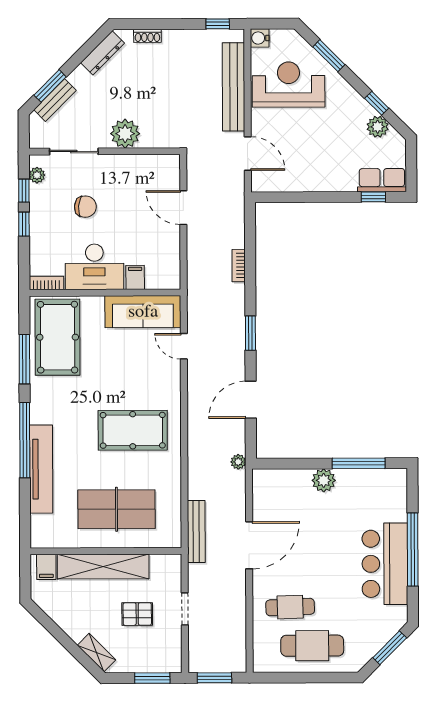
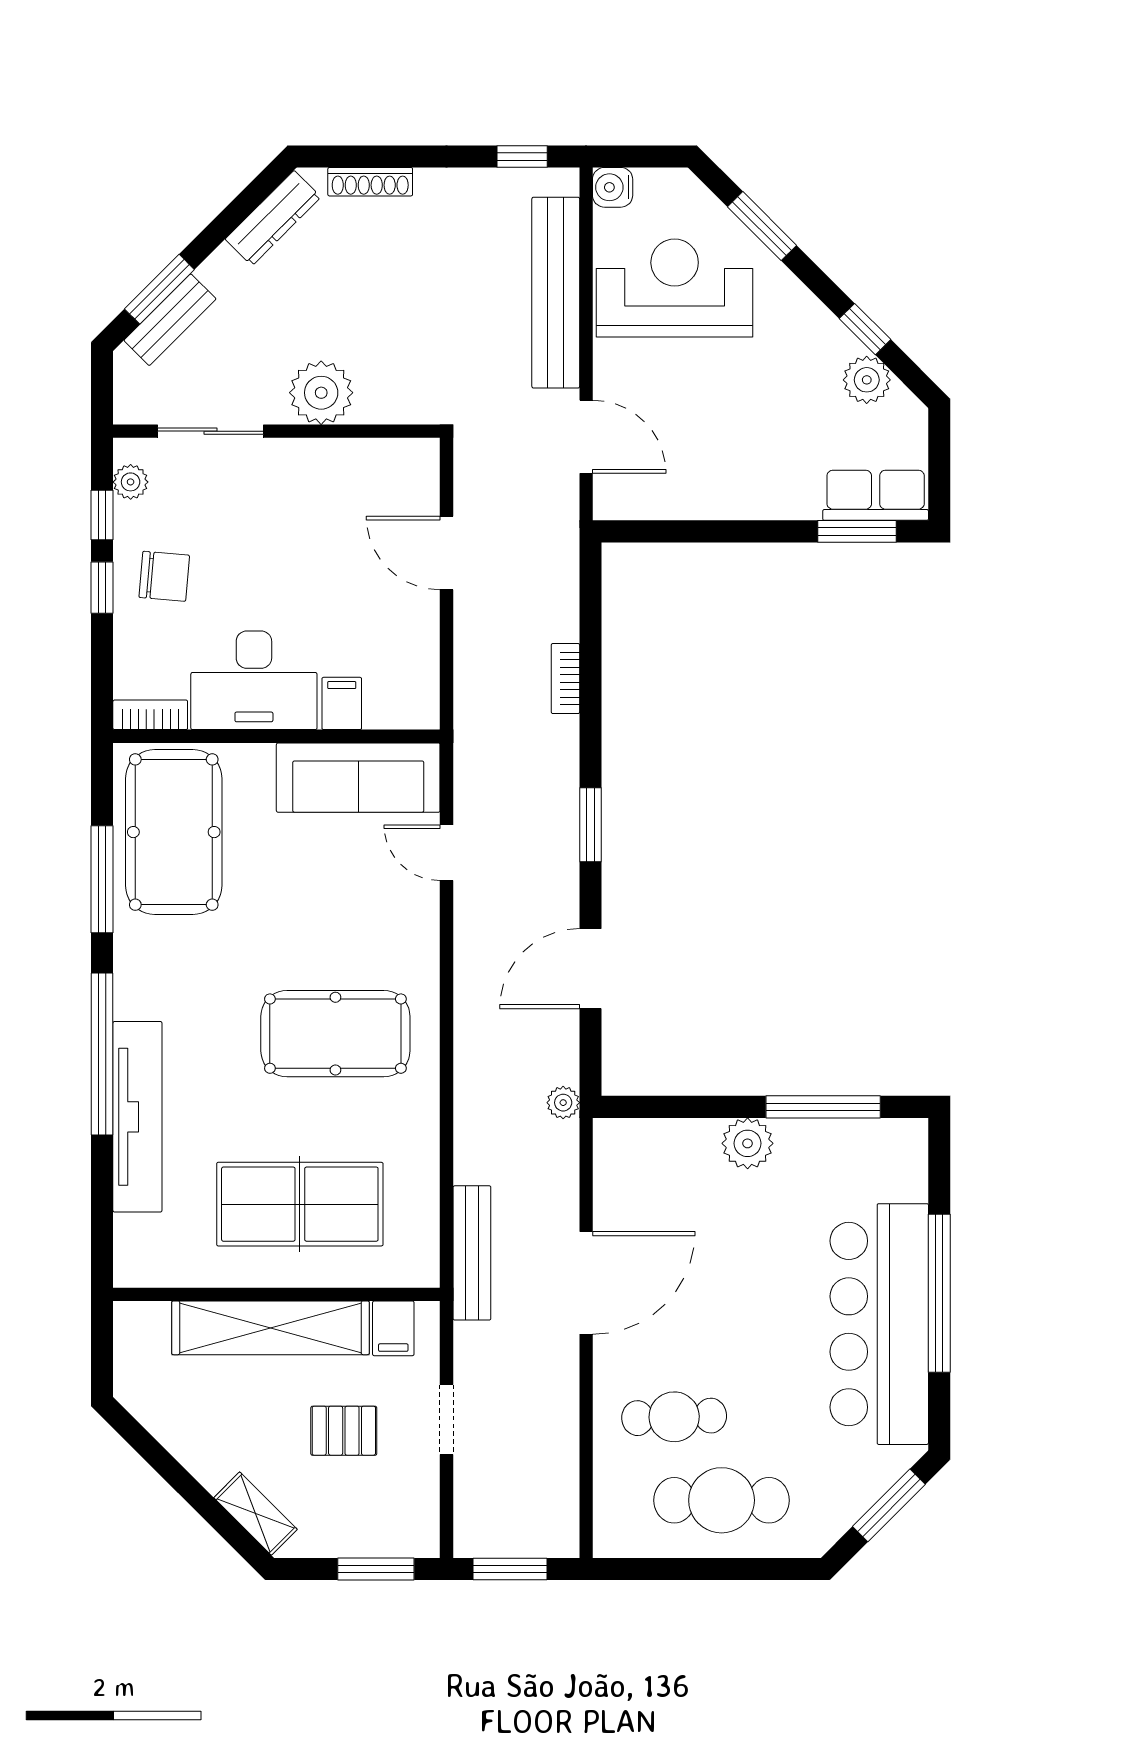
shoe rack: (147, 36) -> (370, 182), width x1.43
window: (373, 197) -> (857, 531), width x1.50
chair: (85, 207) -> (164, 576), moved
bar counter: (385, 564) -> (879, 1324), width x1.36
filing cabinet: (46, 567) -> (393, 1328), moved

